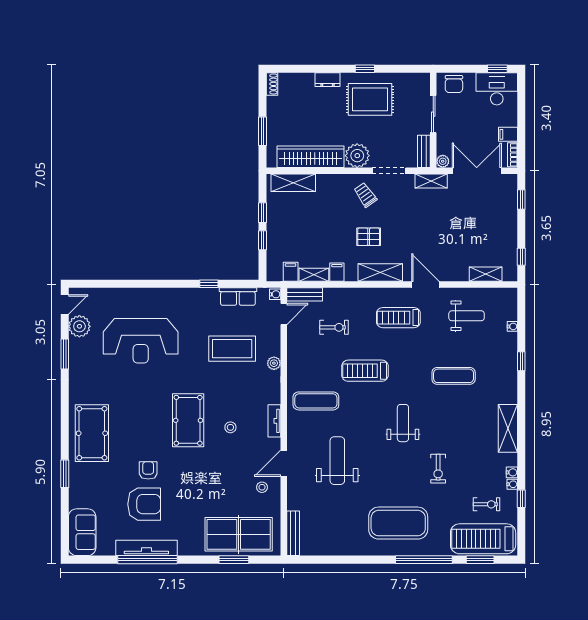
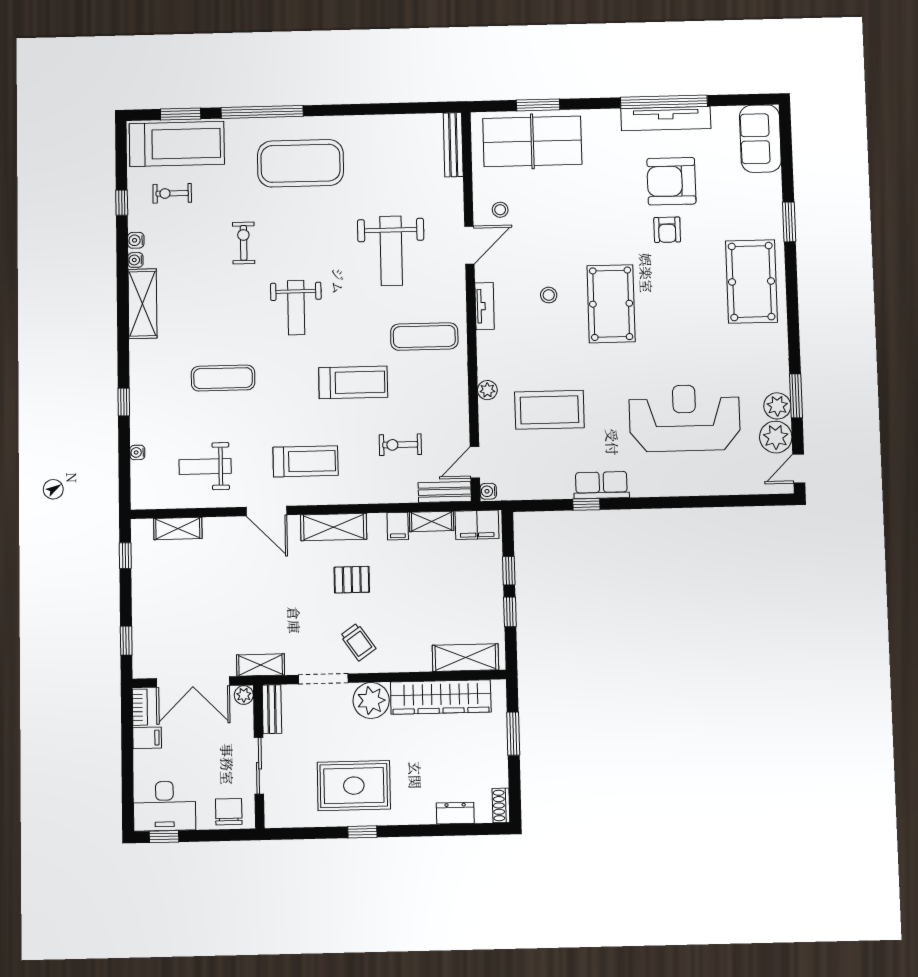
dresser: (328, 80) -> (455, 813), moved
filing cabinet: (291, 272) -> (477, 525), width x2.00
row of seats: (238, 297) -> (601, 485), moved
plant: (78, 347) -> (777, 406), added
water cooler: (512, 484) -> (135, 260), moved

